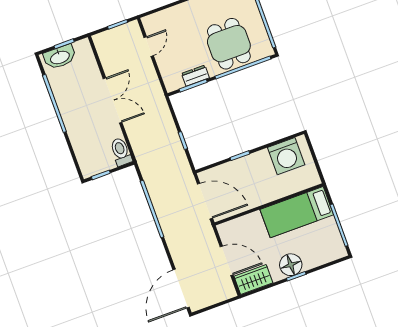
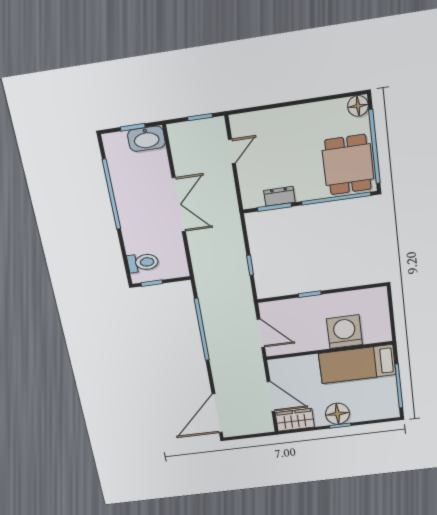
dining table: (229, 44) -> (348, 165), moved
washbasin: (60, 57) -> (146, 139), moved
toilet: (121, 152) -> (143, 263), moved, turned 90
washing machine: (286, 156) -> (344, 332), moved, turned 180
door: (205, 201) -> (261, 333), width x0.73

